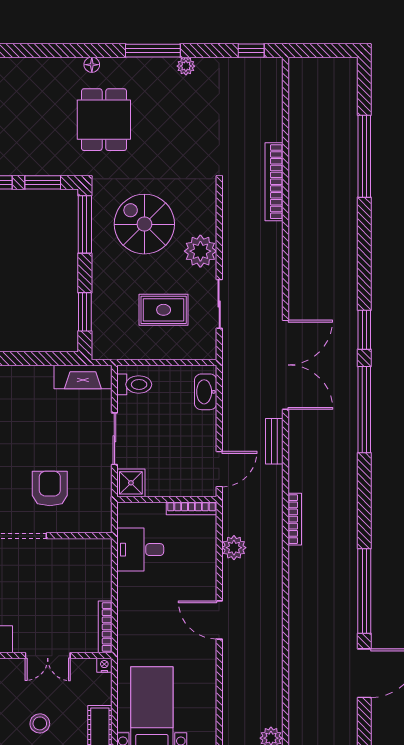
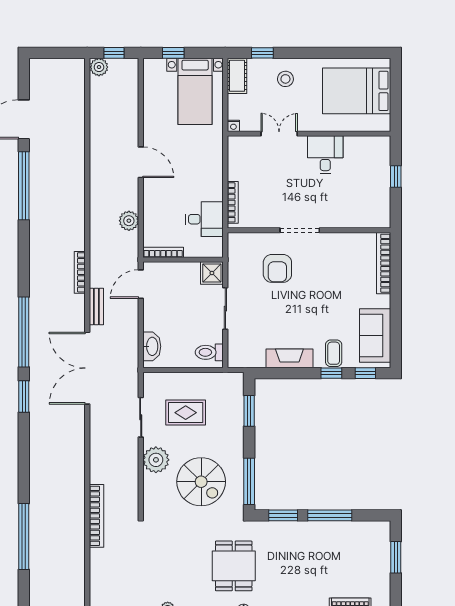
fireplace: (83, 377) -> (289, 358), moved
bookcase: (295, 519) -> (80, 272), moved
bookcase: (105, 627) -> (233, 202), moved

